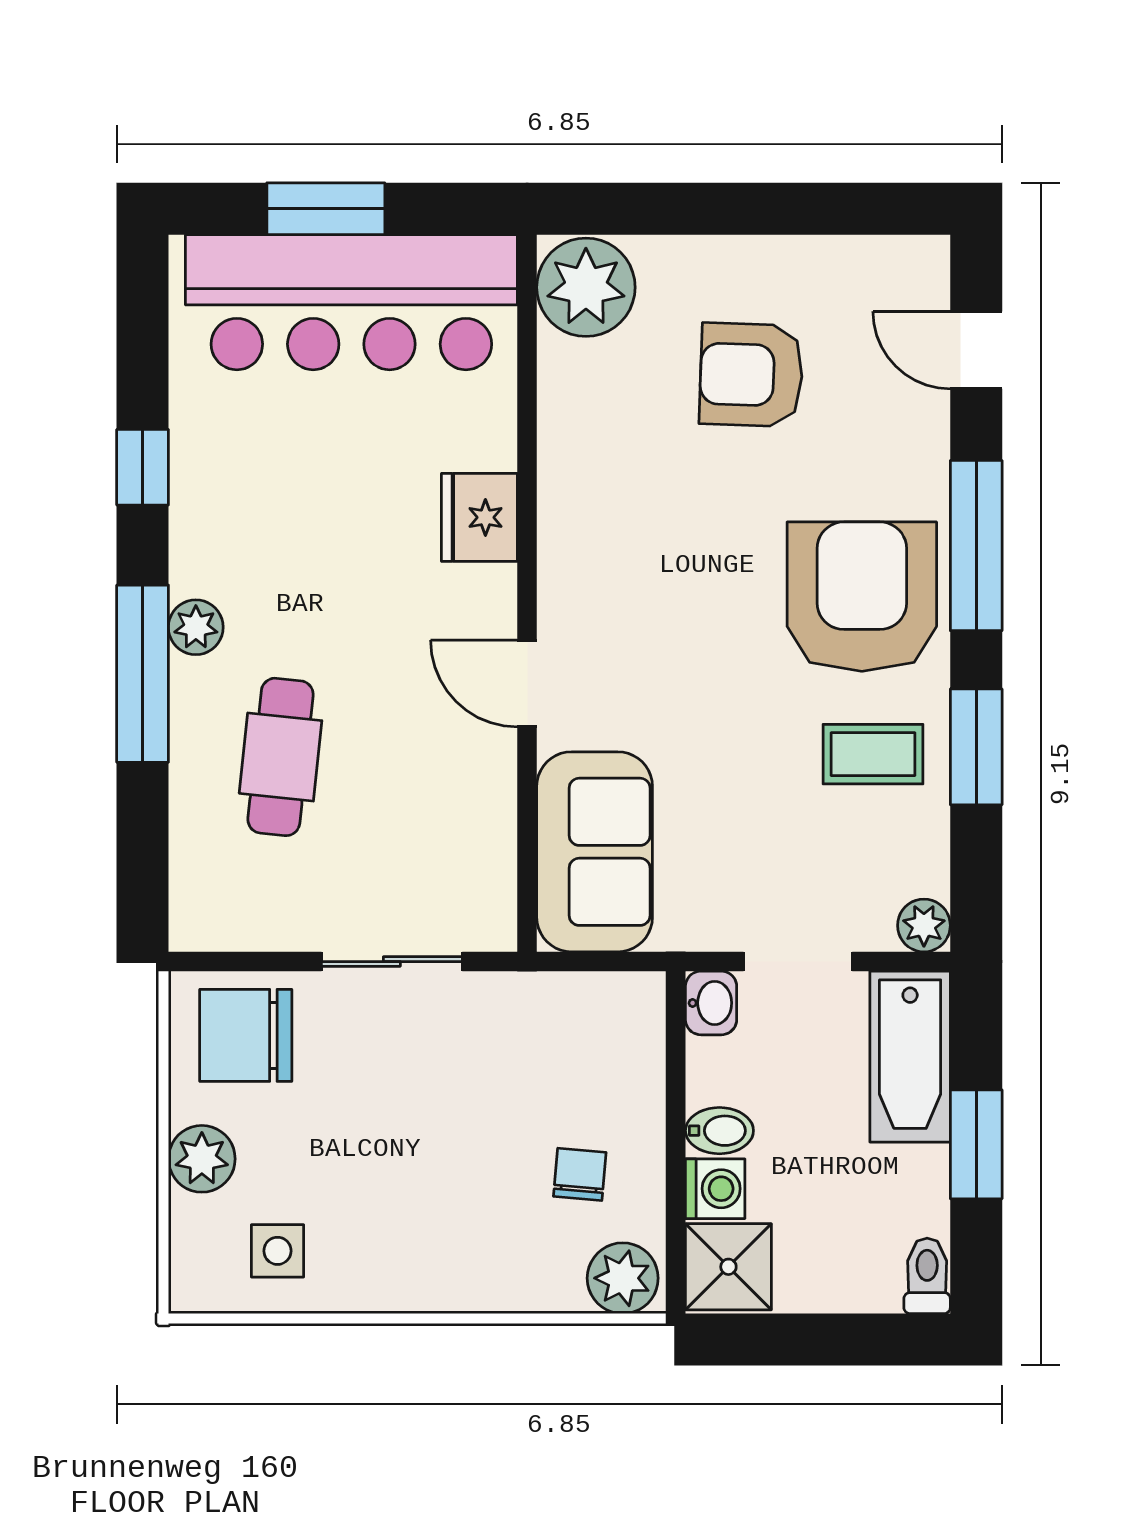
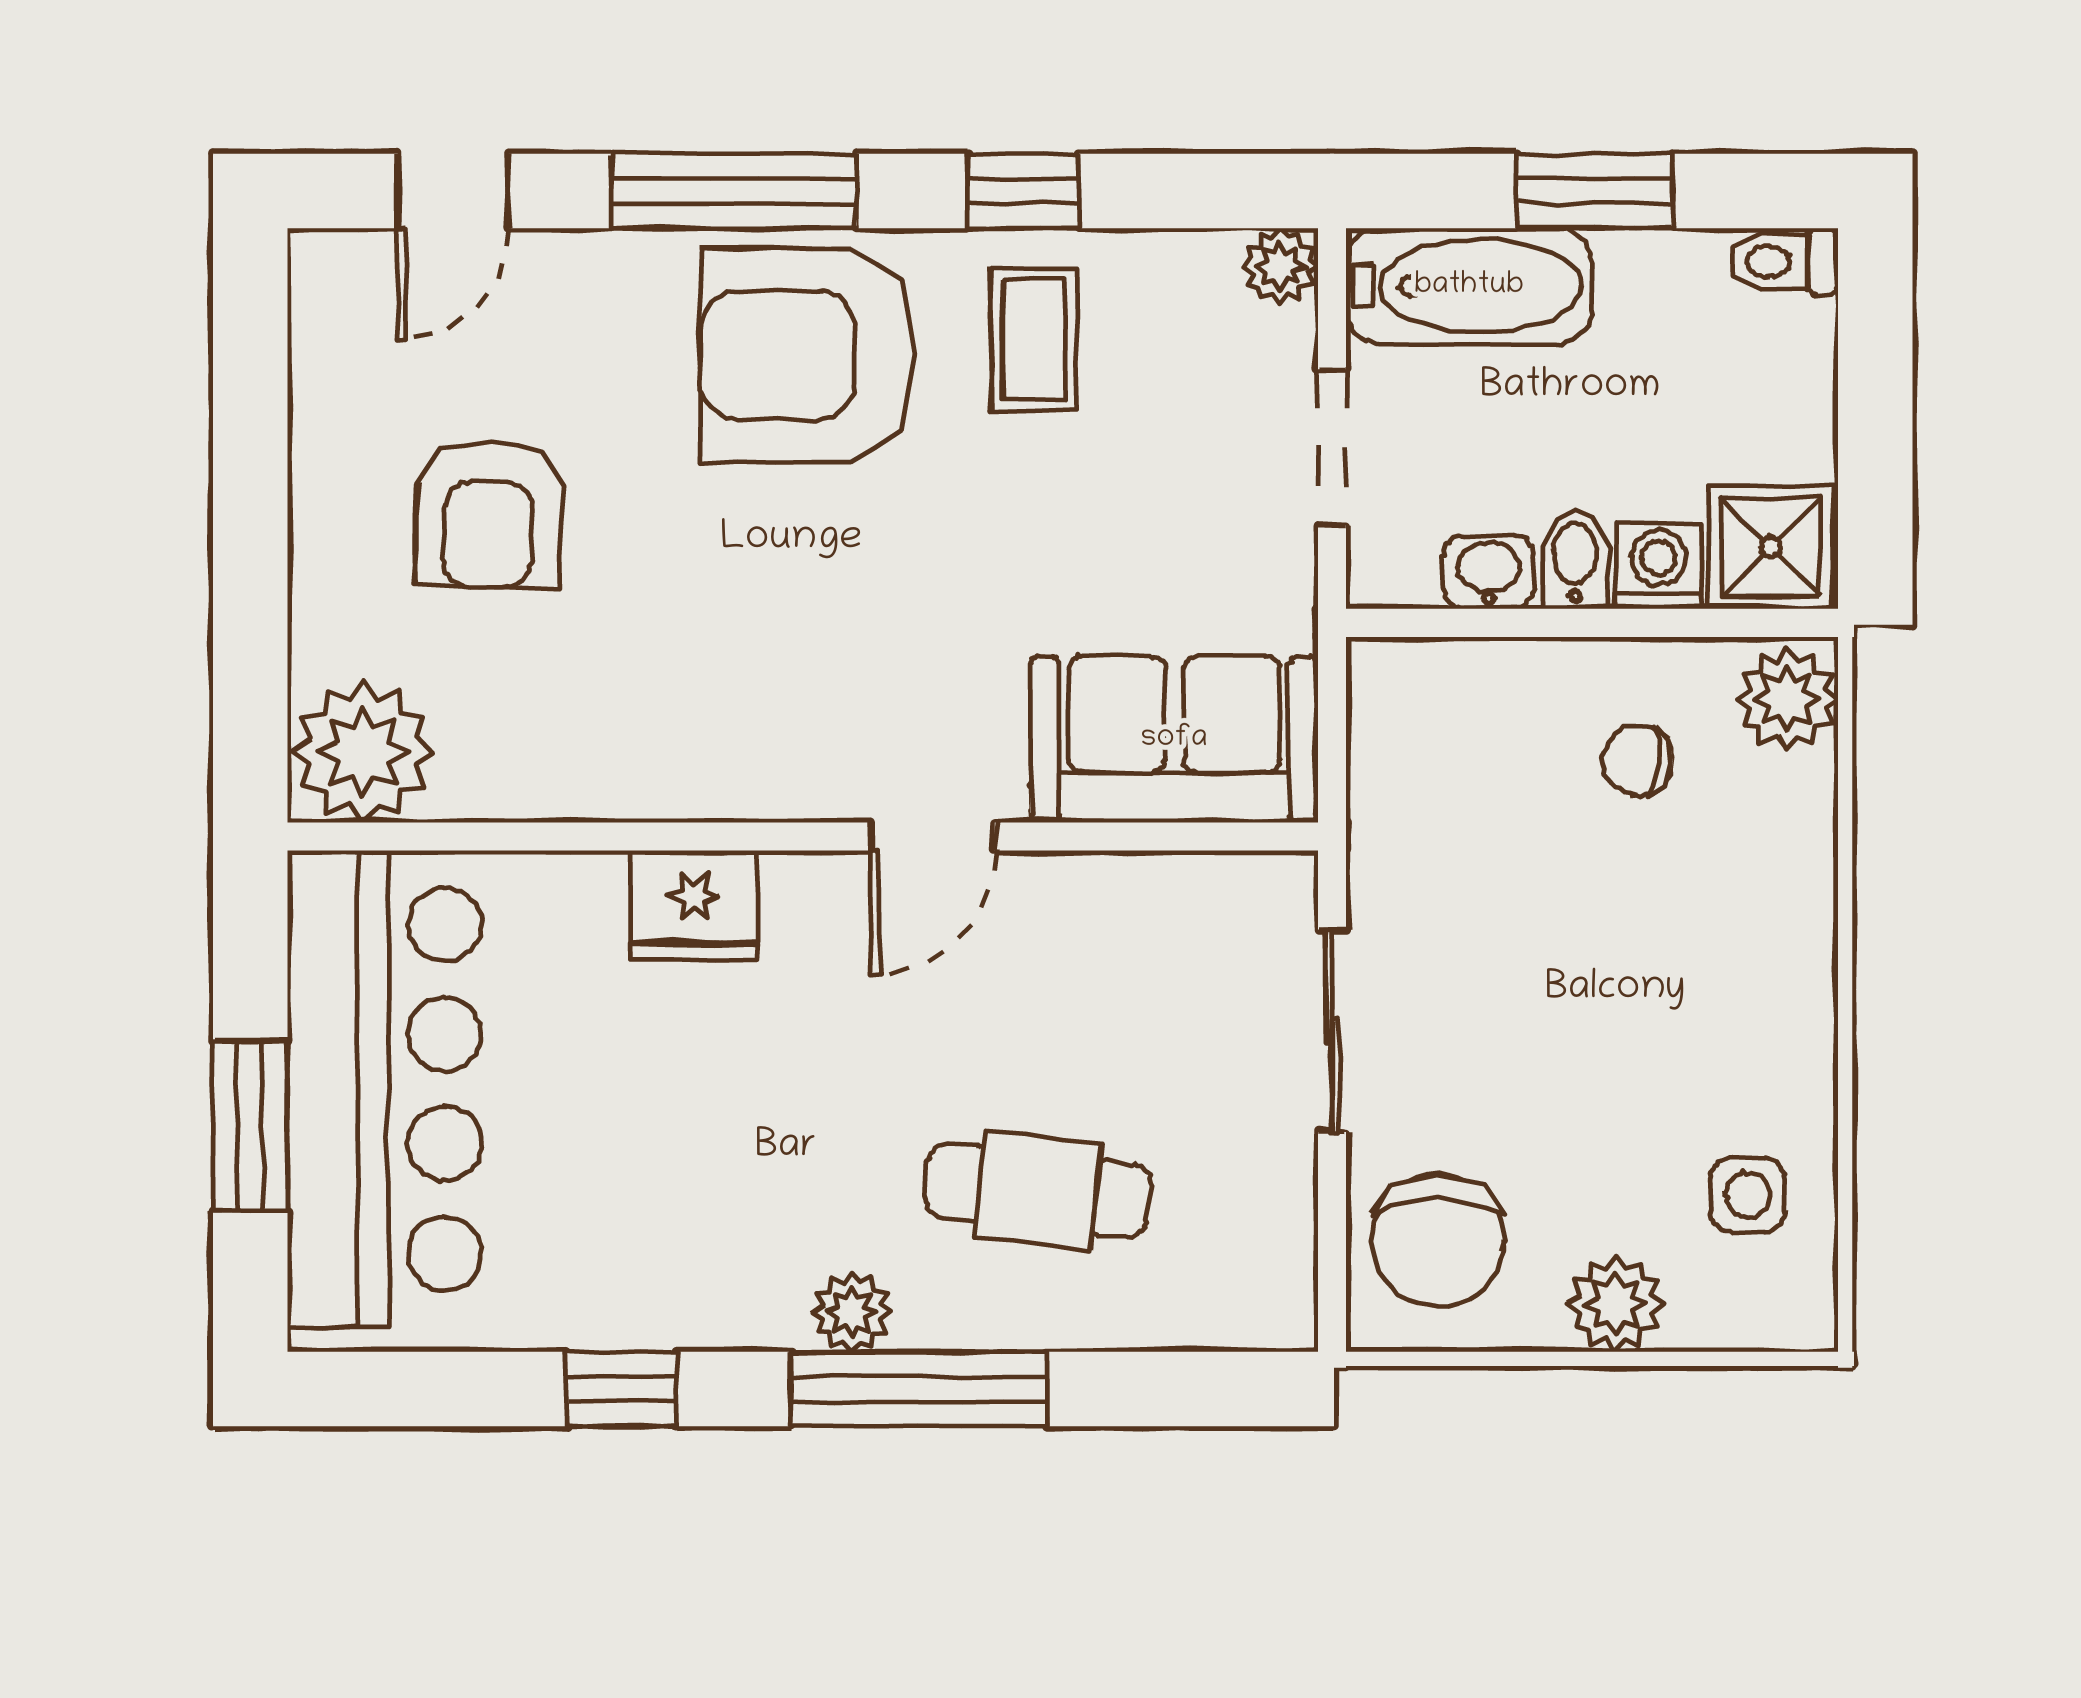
window: (976, 747) -> (1024, 191), width x0.67
washbasin: (711, 1003) -> (1489, 572), moved

